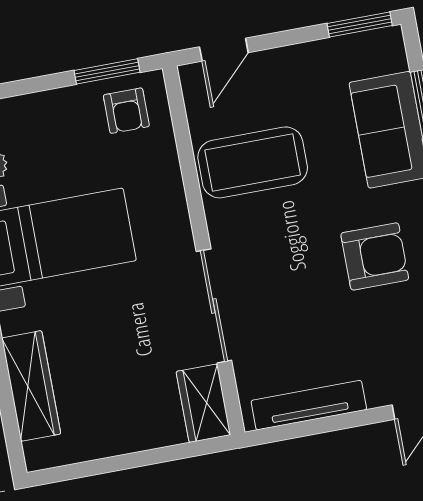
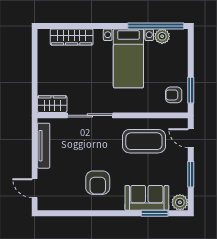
window: (360, 25) -> (191, 174), moved
plant: (386, 47) -> (180, 202), added
coffee table: (253, 162) -> (144, 141), turned 90

